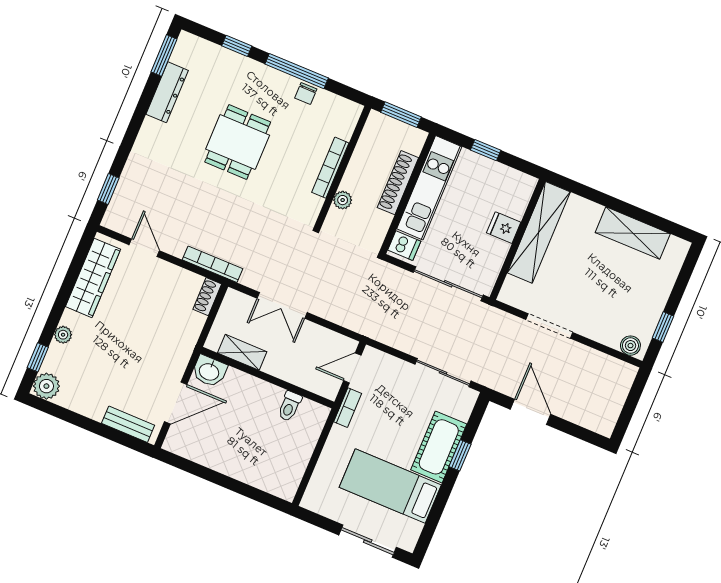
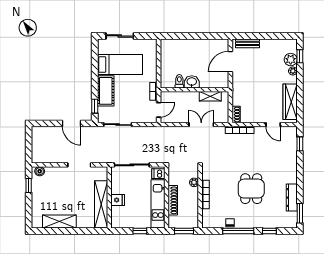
washbasin: (209, 371) -> (192, 82), moved
plant: (46, 386) -> (291, 60), moved
window: (460, 455) -> (95, 106), moved

